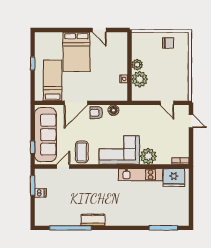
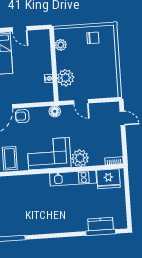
plant: (137, 65) -> (61, 45), moved
door: (167, 103) -> (81, 102), moved
floor lamp: (113, 110) -> (55, 111), moved
kitchen counter: (93, 220) -> (101, 224), moved

